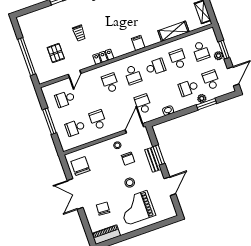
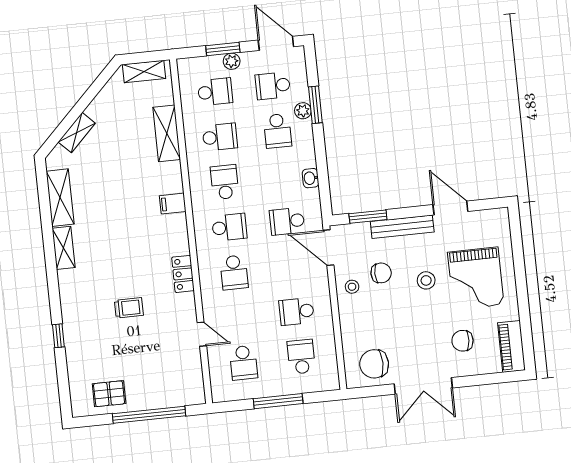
pallet: (56, 53) -> (109, 394), moved
school desk: (178, 59) -> (220, 137), turned 180
school desk: (110, 83) -> (234, 272), turned -90
school desk: (75, 128) -> (301, 357), turned 180
window: (159, 155) -> (368, 217), moved
bench: (153, 160) -> (402, 227), width x1.36

